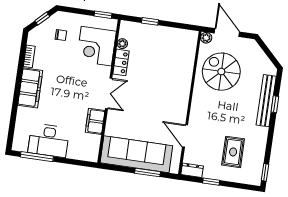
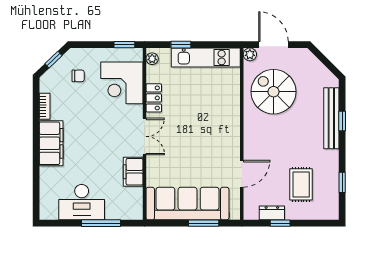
kitchen unit: (169, 35) -> (206, 58), added
plant: (122, 44) -> (152, 59), moved
door: (185, 136) -> (242, 174), swing flipped
window: (37, 157) -> (101, 223), moved
dresser: (192, 170) -> (272, 213), moved
window: (265, 172) -> (342, 182), moved

